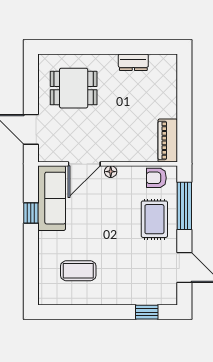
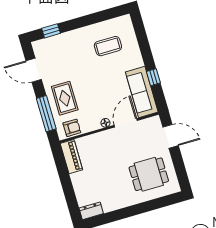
dresser: (133, 62) -> (91, 211), moved

